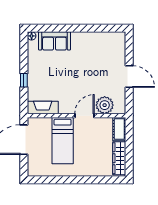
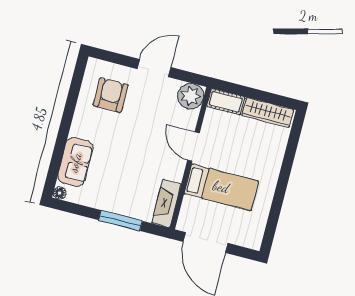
armchair: (104, 53) -> (111, 95), added
window: (24, 80) -> (120, 221), width x2.17
plant: (105, 105) -> (191, 96), moved

